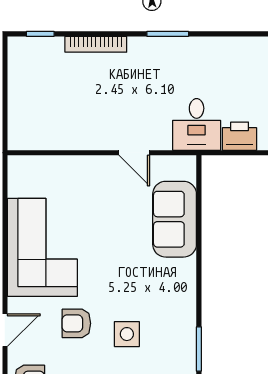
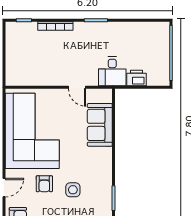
corner sofa: (42, 247) -> (32, 131), width x1.36, depth x1.36
armchair: (76, 323) -> (44, 184), turned -90

